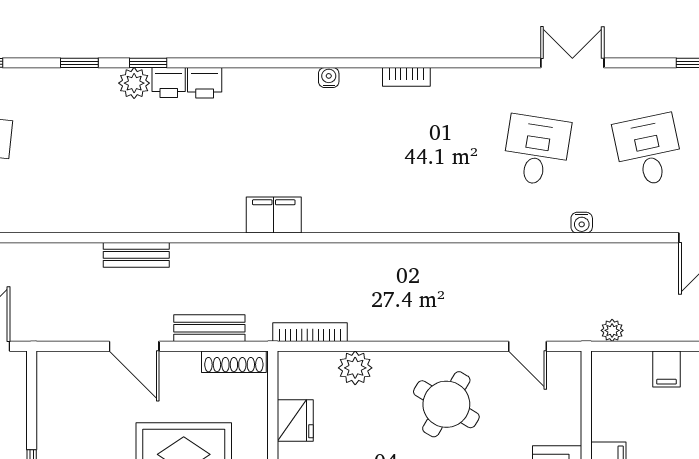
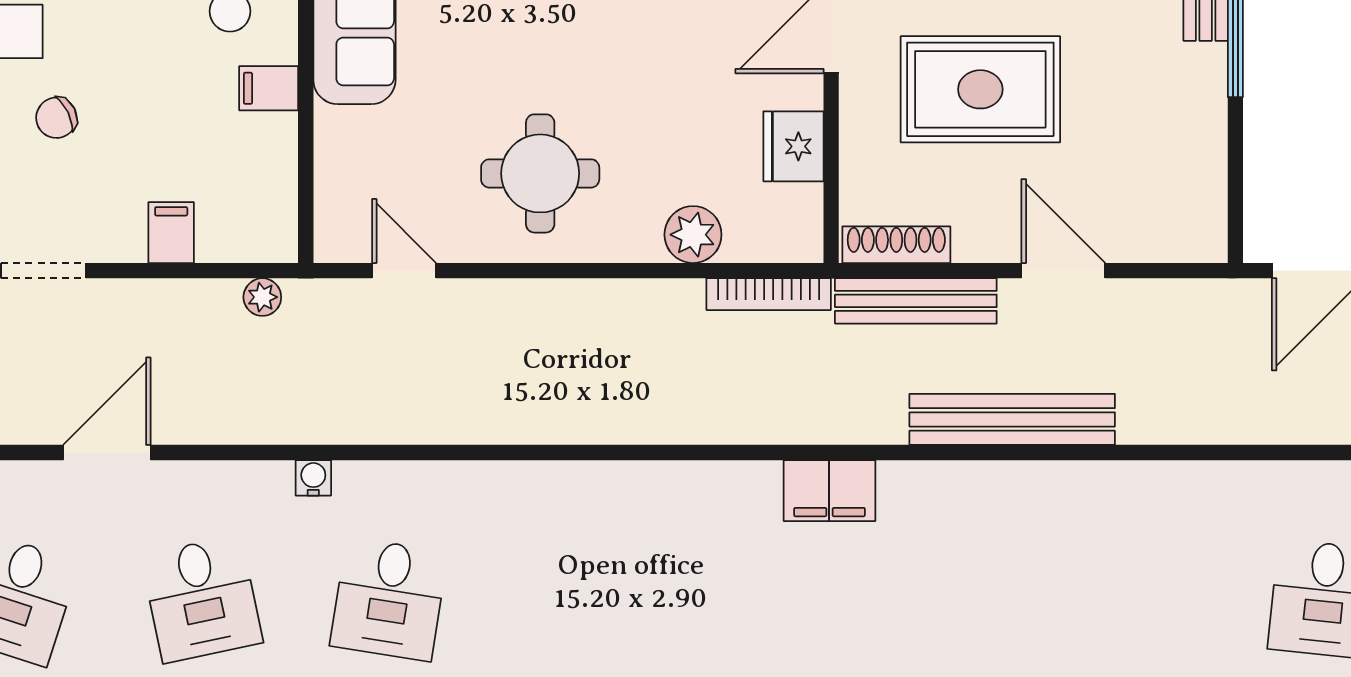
bench: (136, 255) -> (1012, 419), width x1.86, depth x1.21
bench: (209, 328) -> (916, 301), width x1.36
round table: (446, 404) -> (540, 173), turned -31

